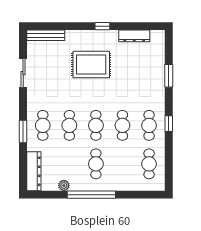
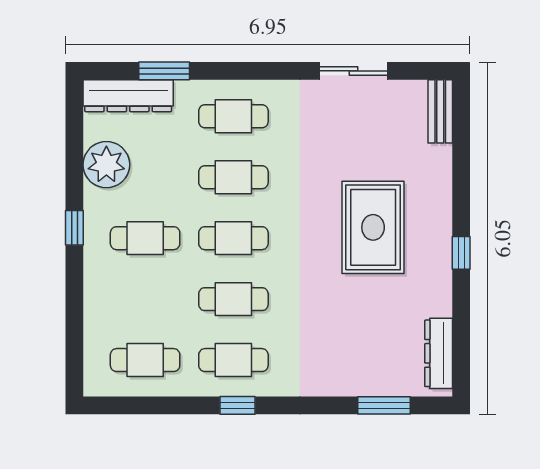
bench: (46, 35) -> (440, 111), width x0.73
dresser: (134, 36) -> (439, 353), moved
window: (169, 76) -> (384, 405), moved
window: (23, 131) -> (164, 71), moved
plant: (64, 185) -> (106, 165), width x1.87, depth x1.87
window: (91, 195) -> (74, 228), width x0.32

